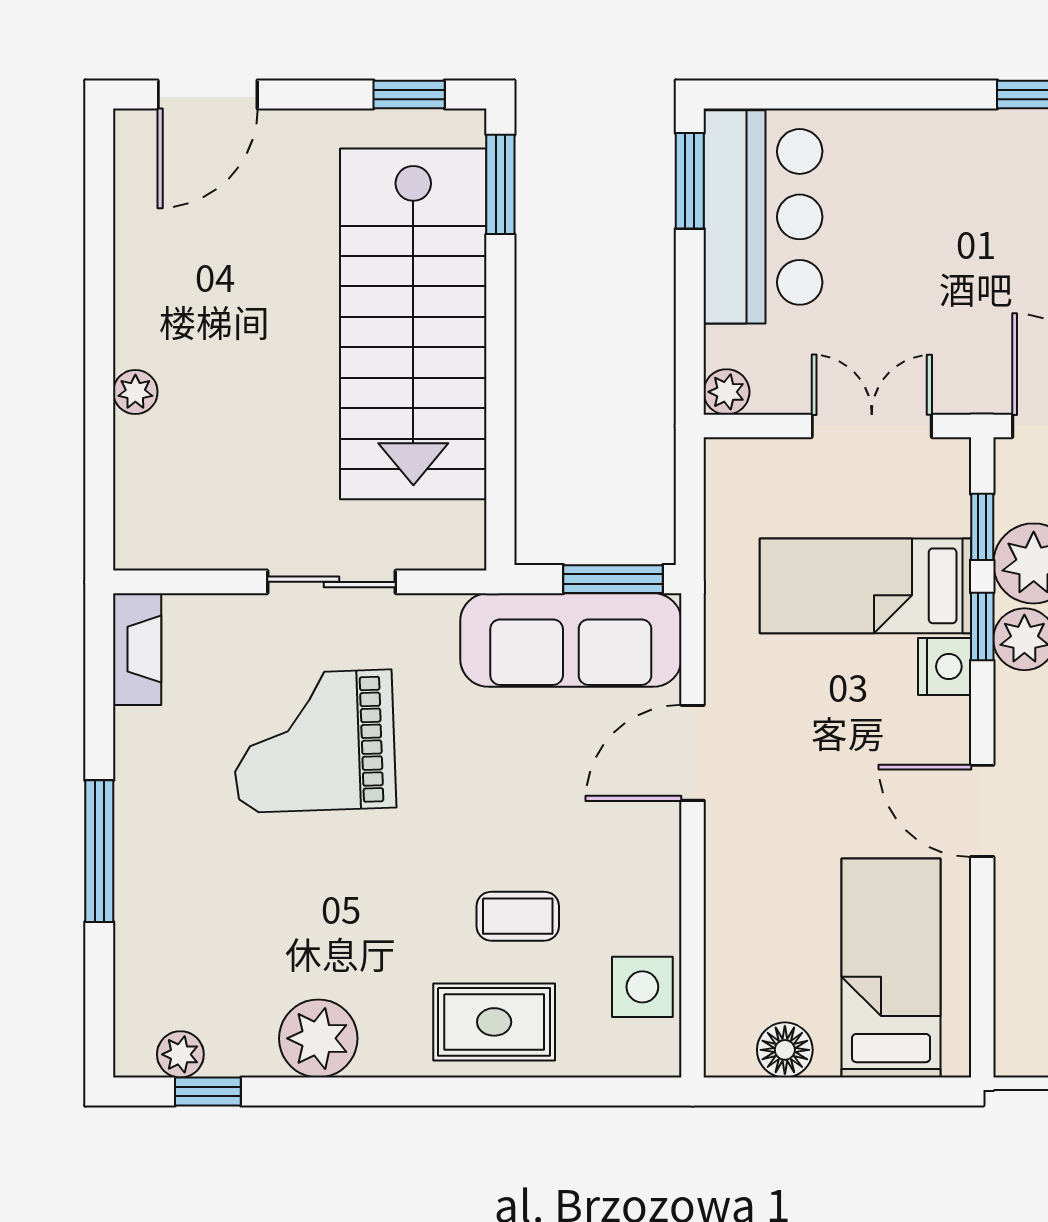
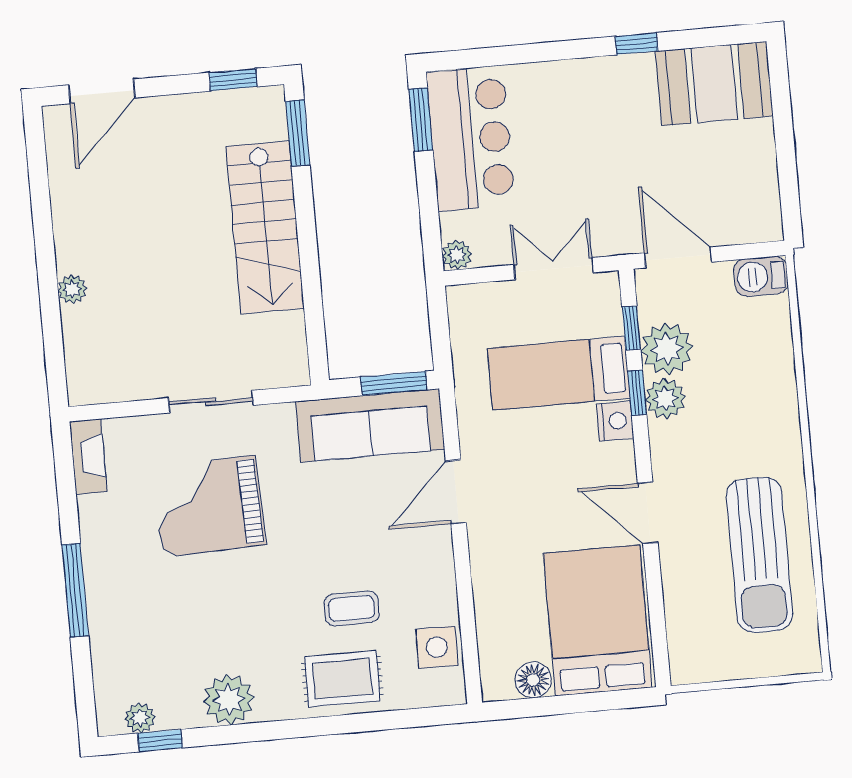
stairs: (413, 324) -> (265, 227), width x0.73, depth x0.66
bed: (891, 968) -> (598, 620), width x1.50

